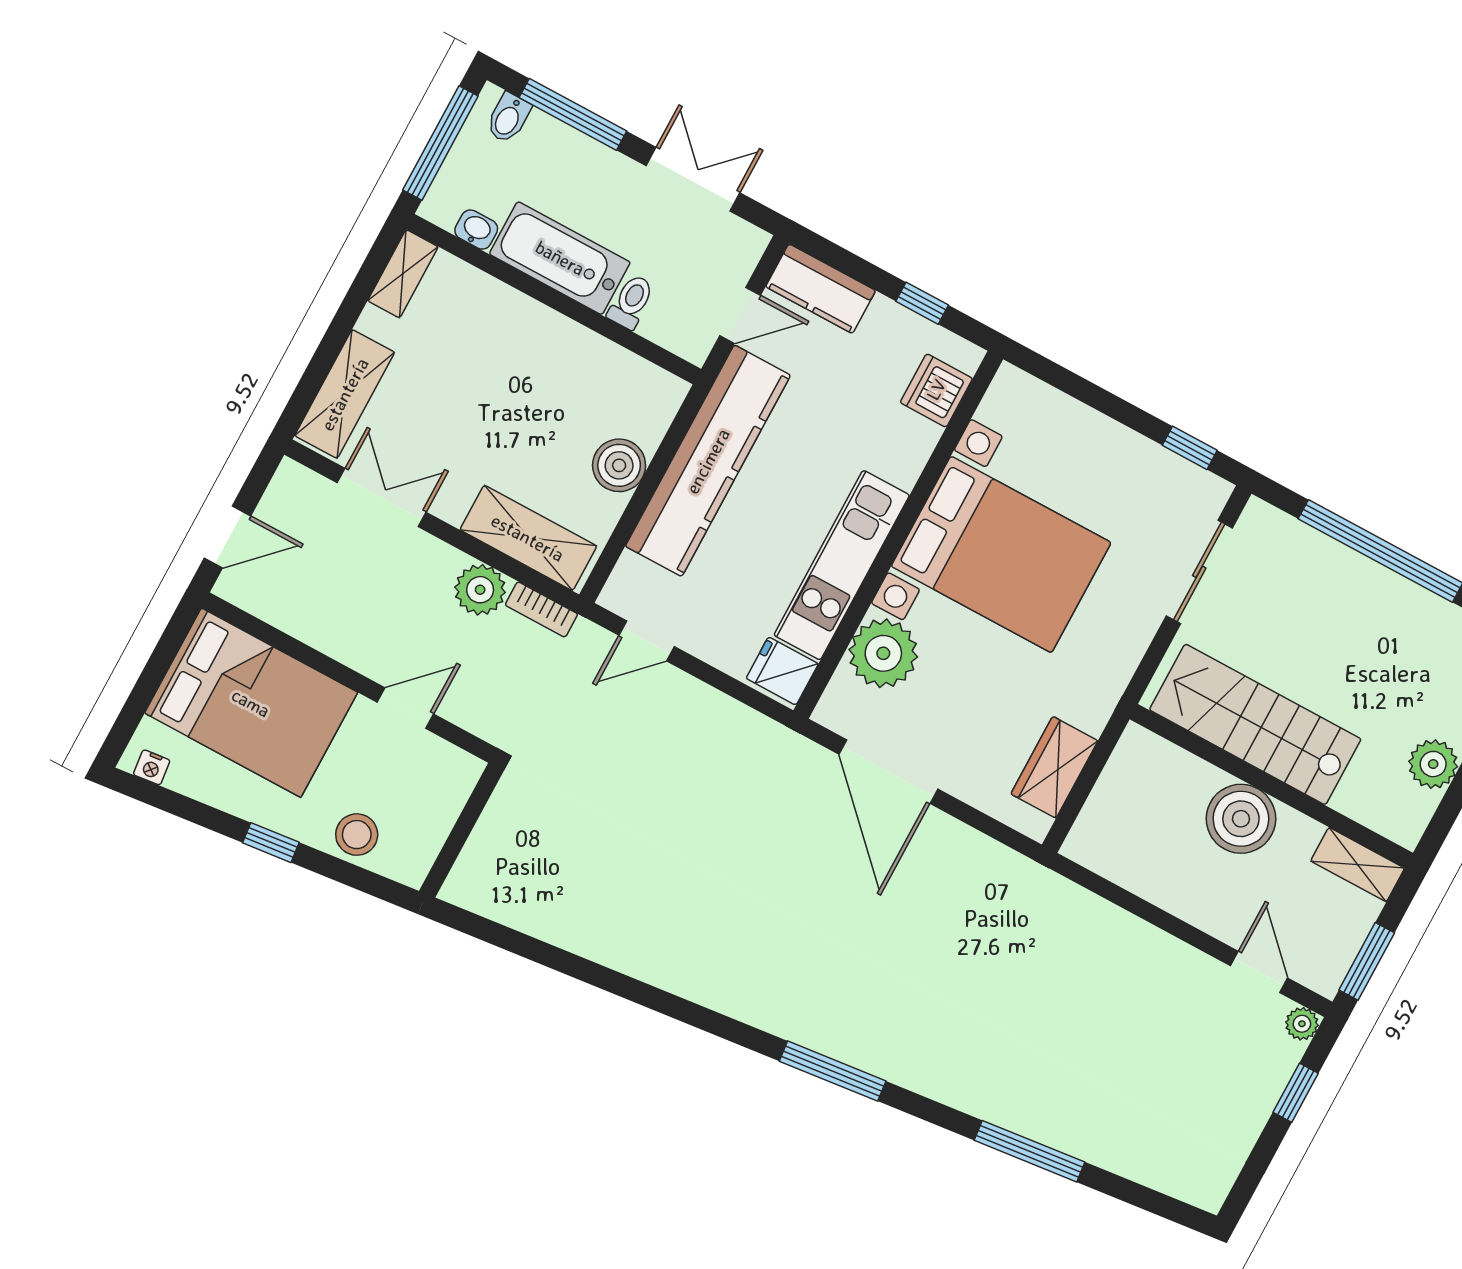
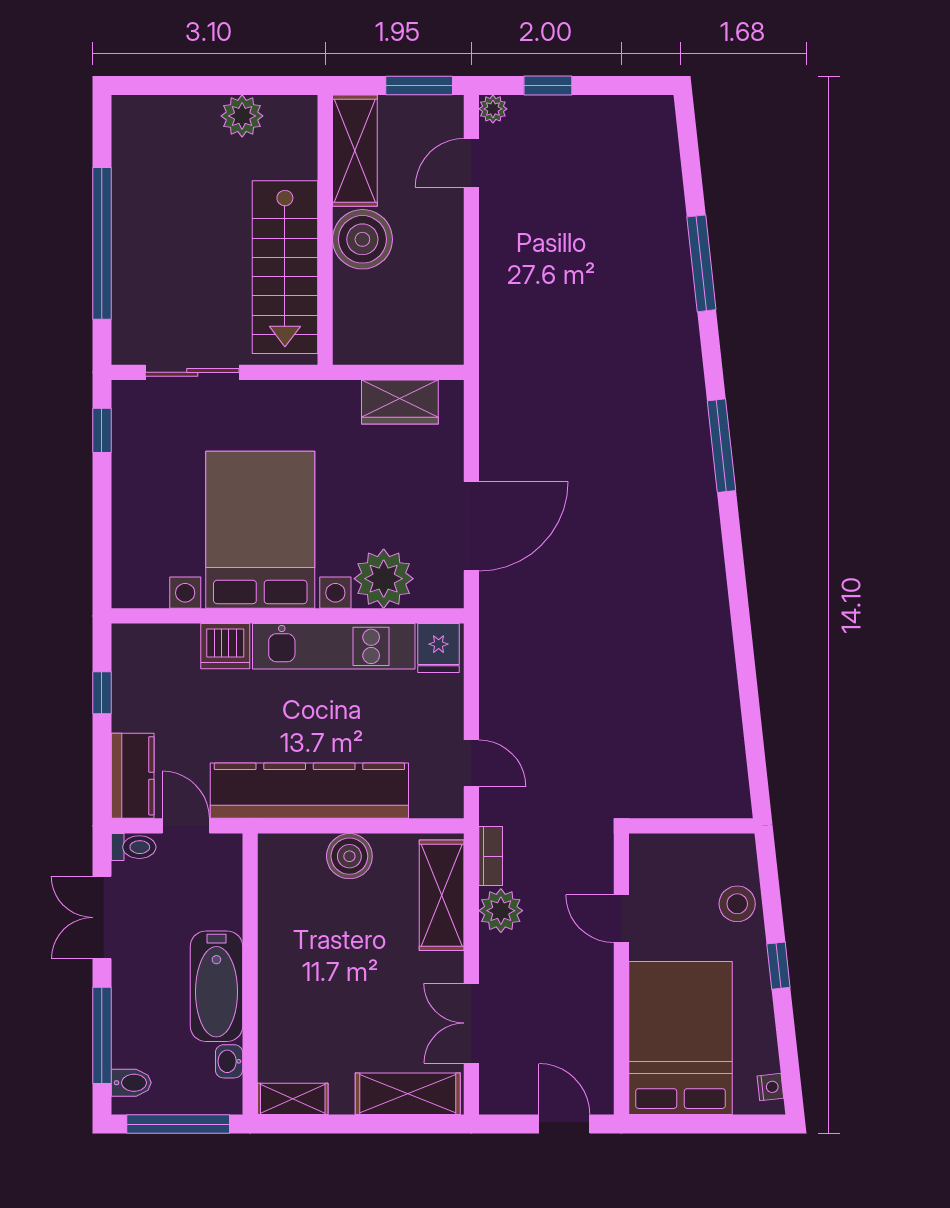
toilet: (631, 302) -> (134, 847), moved, turned 180
dishwasher: (936, 390) -> (225, 646), moved
shelving: (1358, 865) -> (355, 151), width x1.50, depth x1.33

